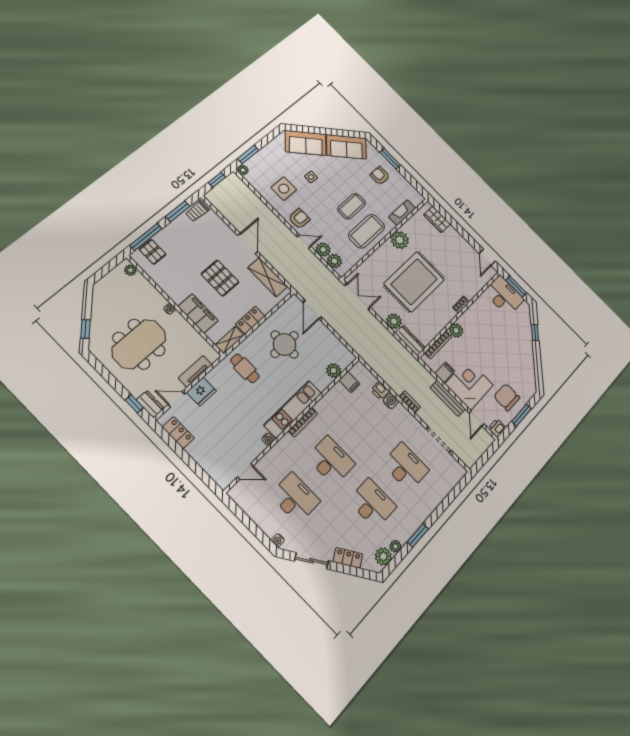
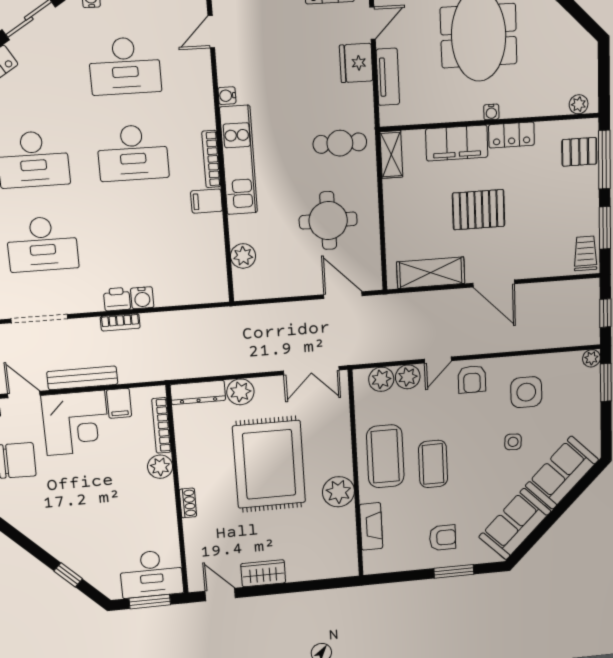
wardrobe: (437, 219) -> (263, 573), moved
locker: (250, 320) -> (511, 135), moved, turned 90
filing cabinet: (349, 382) -> (207, 201), moved
printer: (380, 391) -> (117, 299), moved

